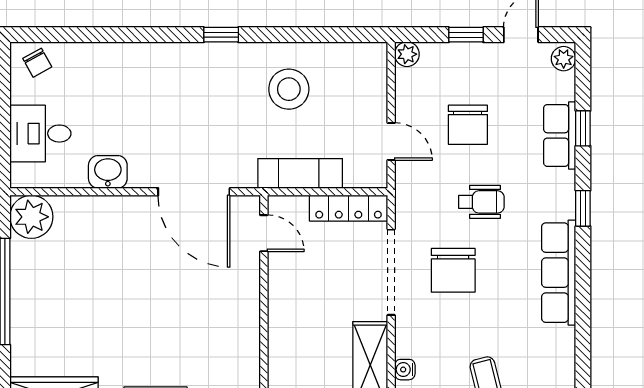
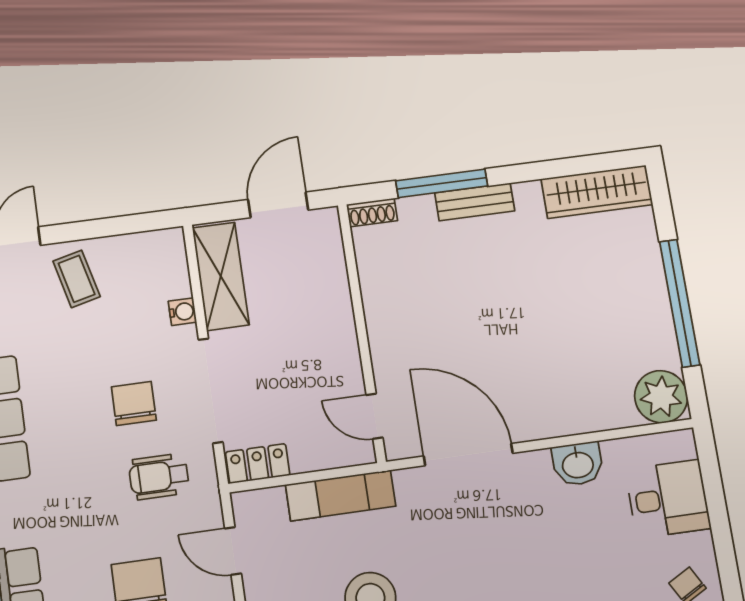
wheelchair: (481, 202) -> (159, 476), moved
locker: (349, 208) -> (258, 464), width x0.66
chair: (453, 270) -> (134, 403), width x0.73, depth x0.73
water cooler: (405, 370) -> (182, 312), moved

